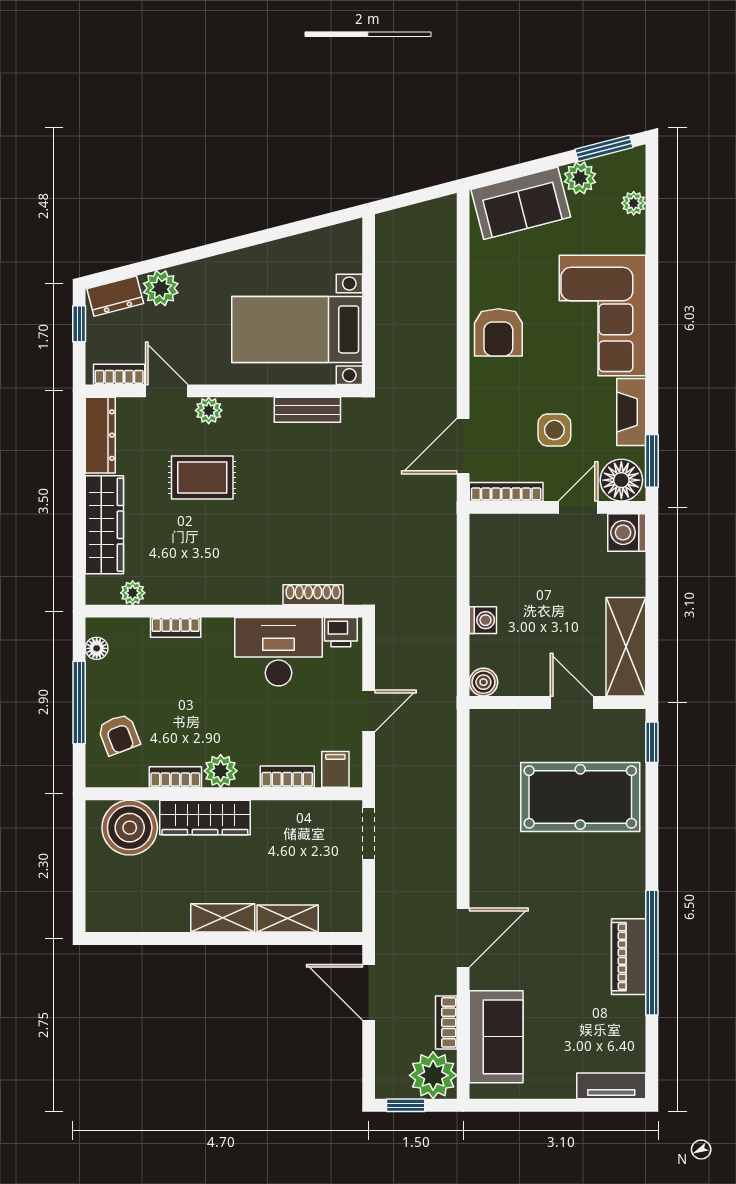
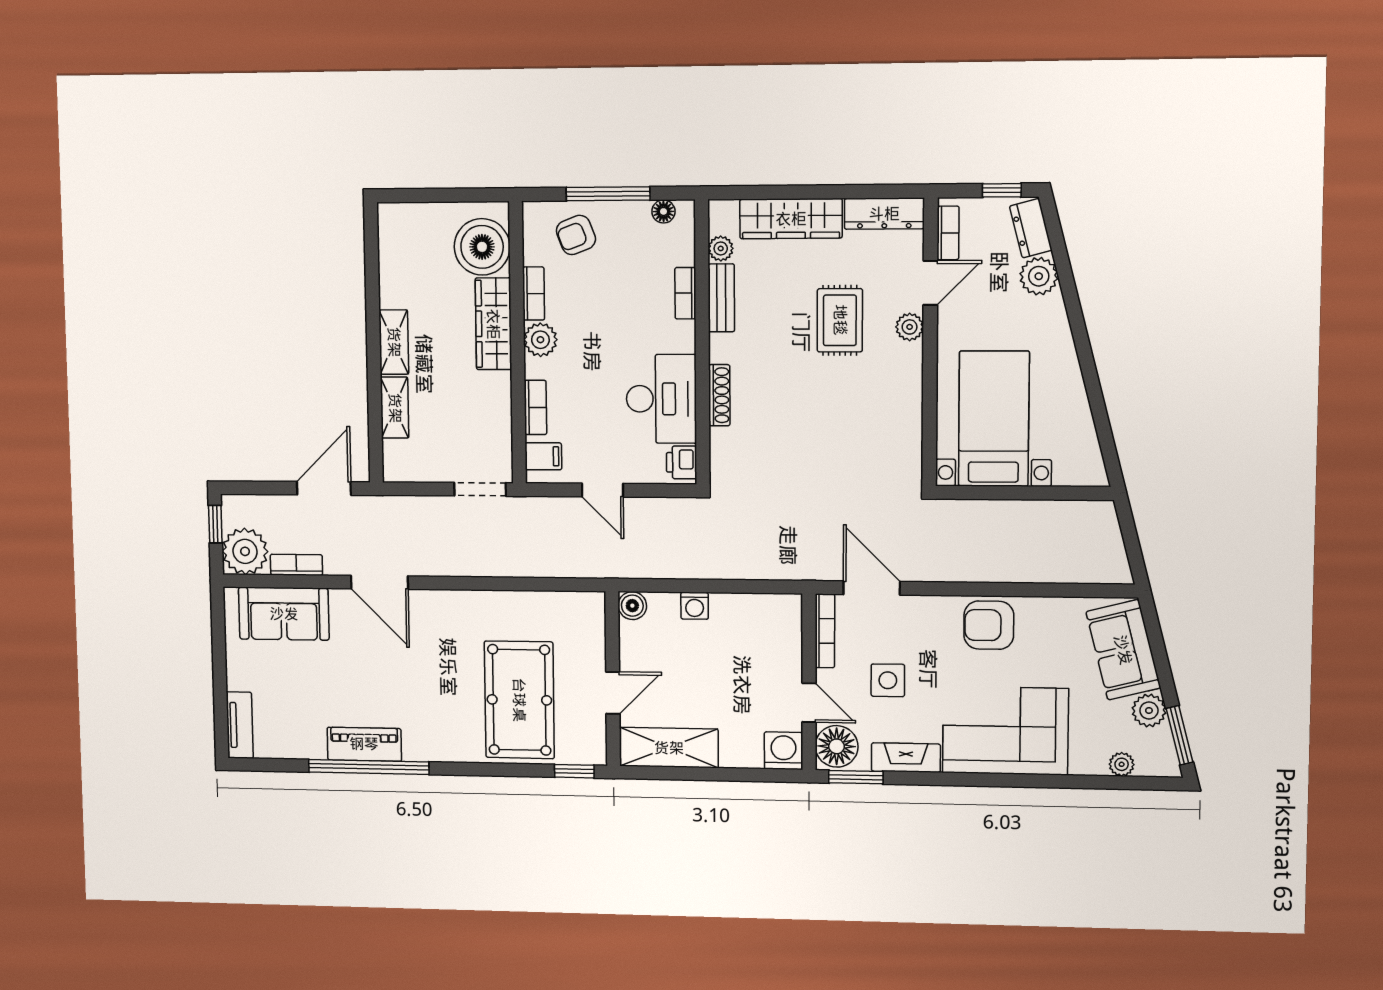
bench: (307, 410) -> (721, 298), moved
shoe rack: (313, 595) -> (719, 395), moved

